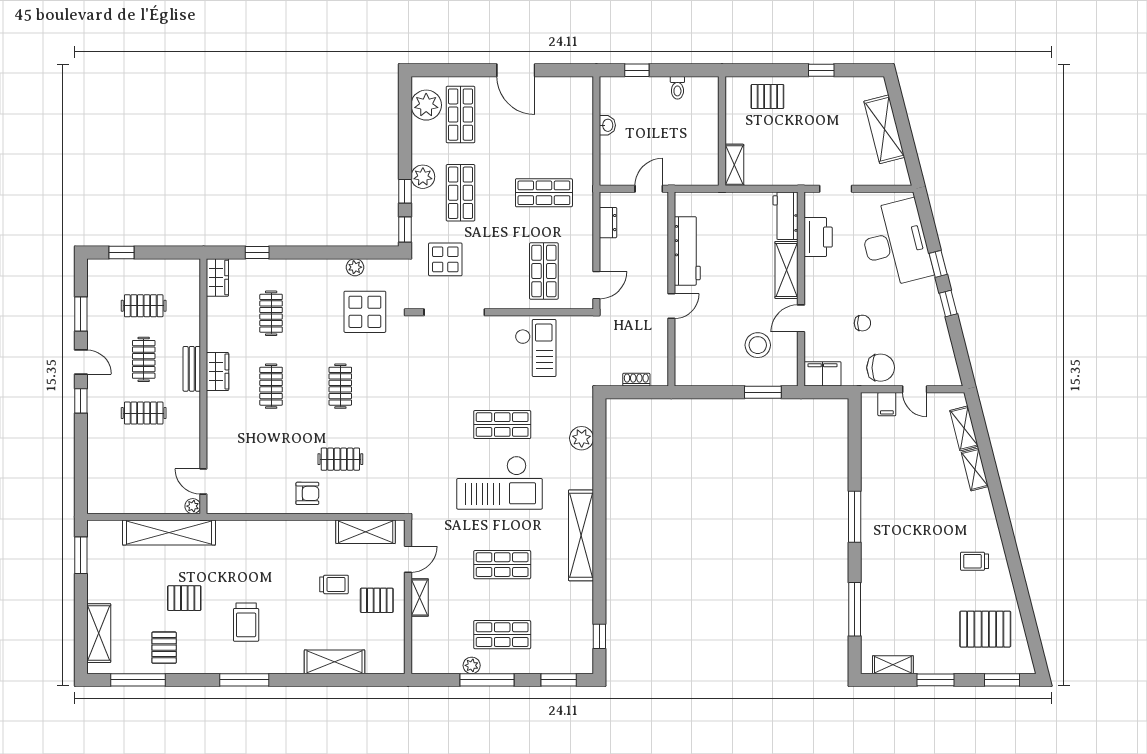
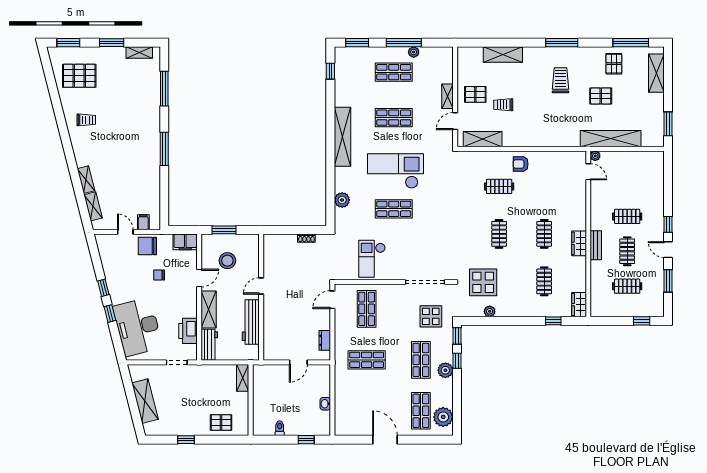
workbench: (687, 251) -> (251, 322), moved
wall: (671, 289) -> (261, 297), moved
door: (671, 306) -> (261, 286), moved

